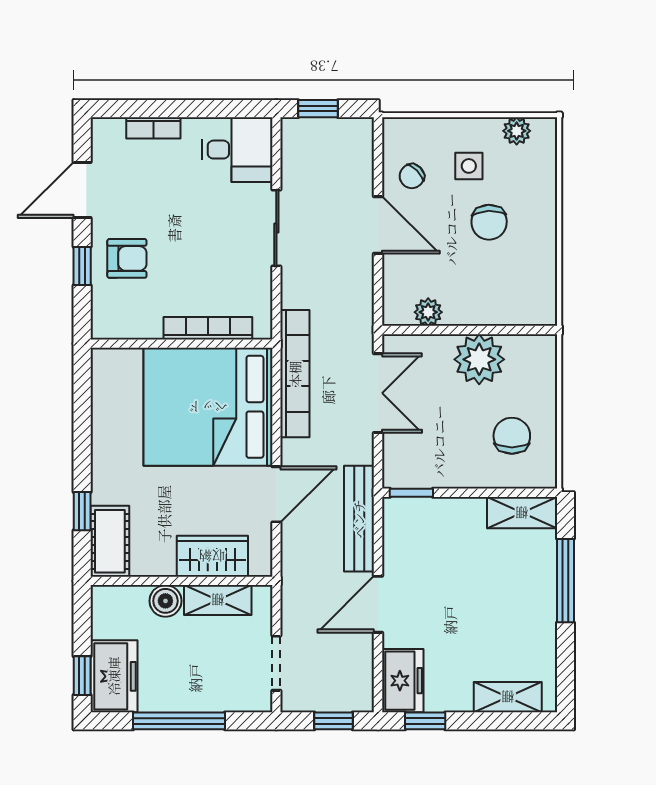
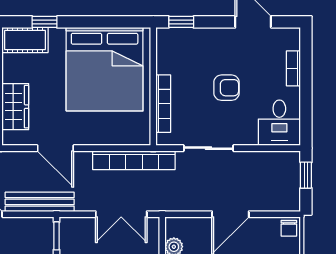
chair: (412, 176) -> (289, 228), moved, turned -135
sliding door: (276, 228) -> (208, 148), moved
armchair: (127, 258) -> (227, 88), moved, turned -90
window: (82, 266) -> (181, 22), moved
bed: (208, 407) -> (105, 69), moved, turned 180

